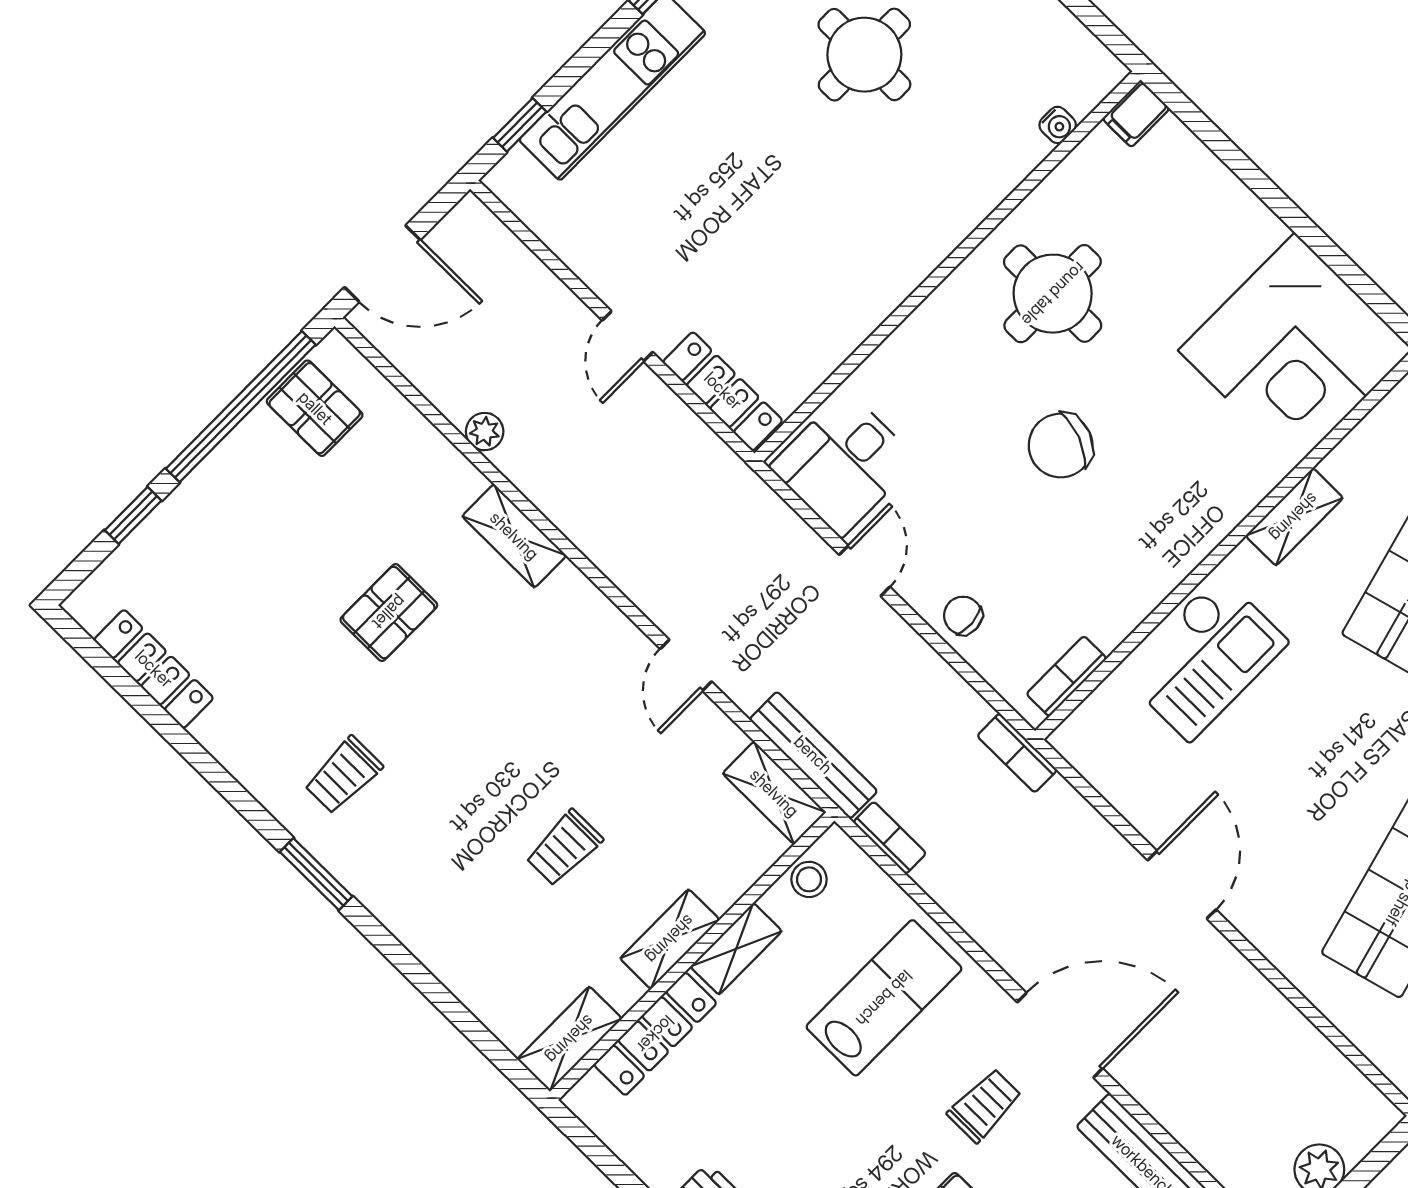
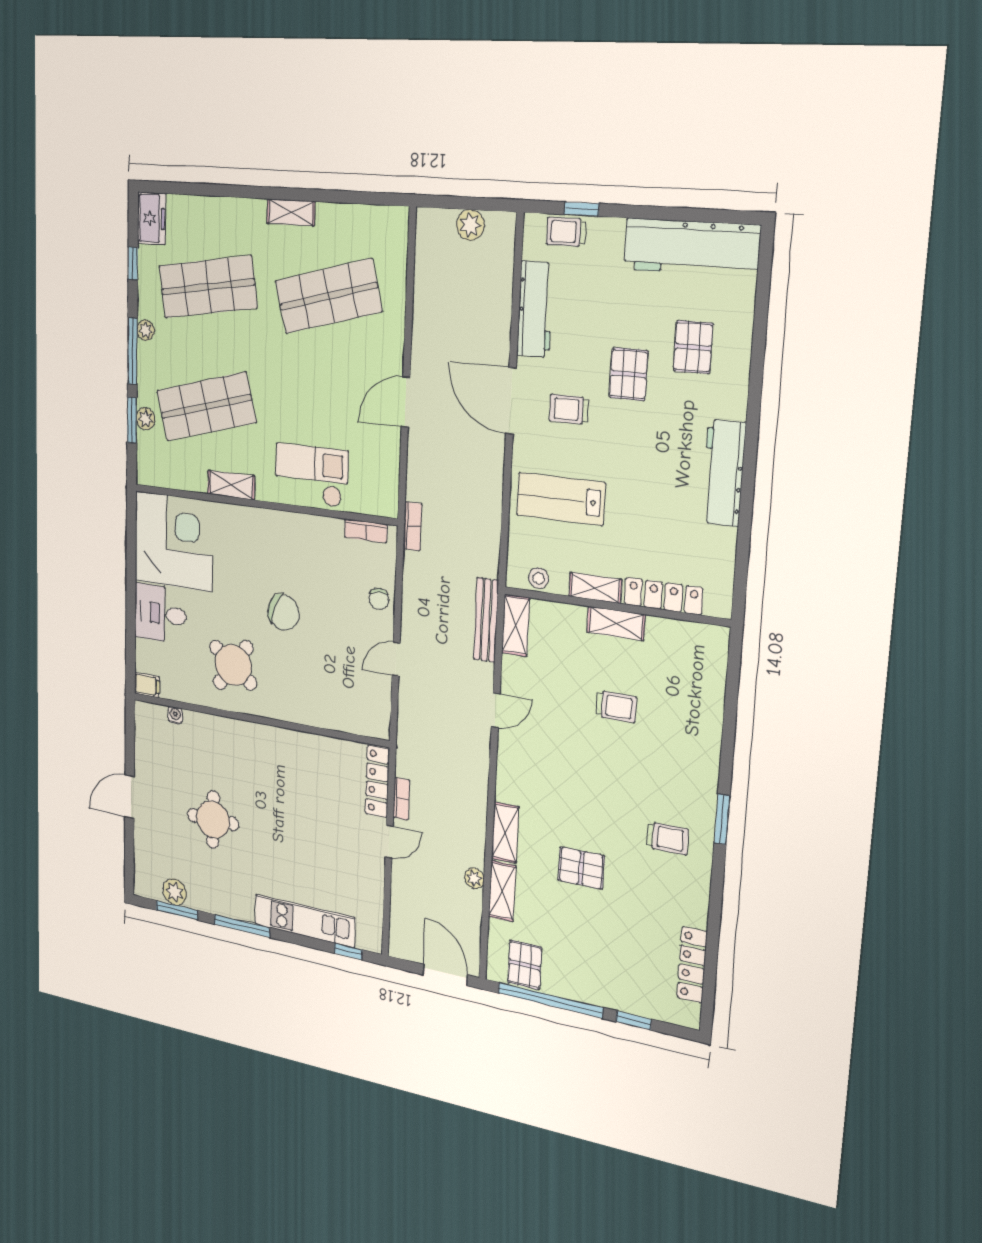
round table: (1053, 294) -> (233, 665), turned 37
desk: (844, 464) -> (160, 614), moved, turned 180
bookcase: (890, 838) -> (401, 799), moved, turned 180
shelving: (570, 1039) -> (502, 891), moved, turned 90

